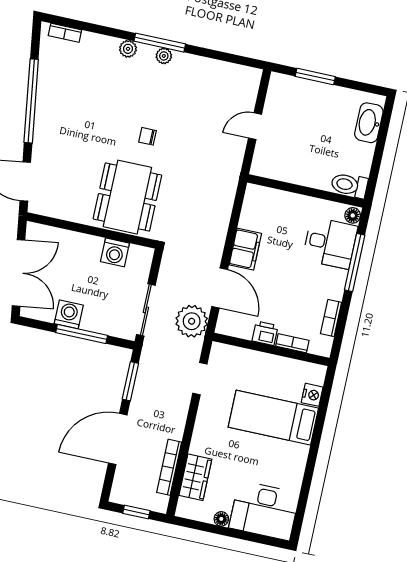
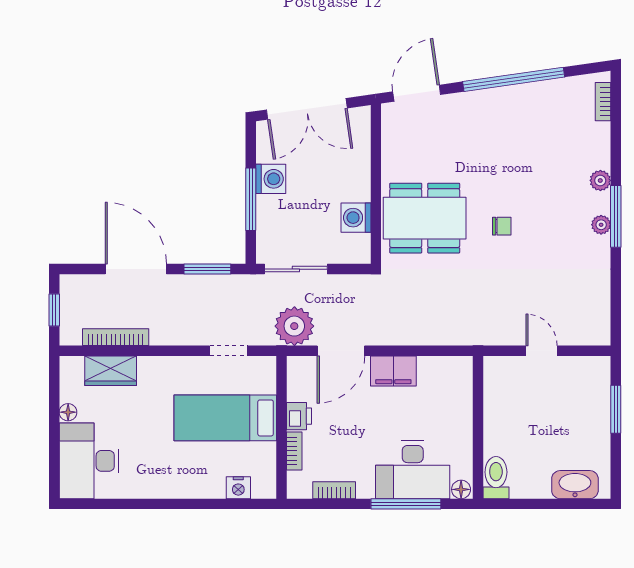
chair: (147, 136) -> (502, 226), turned 90
desk: (330, 243) -> (413, 470), width x1.37
bed: (273, 418) -> (225, 418), moved, turned -90

